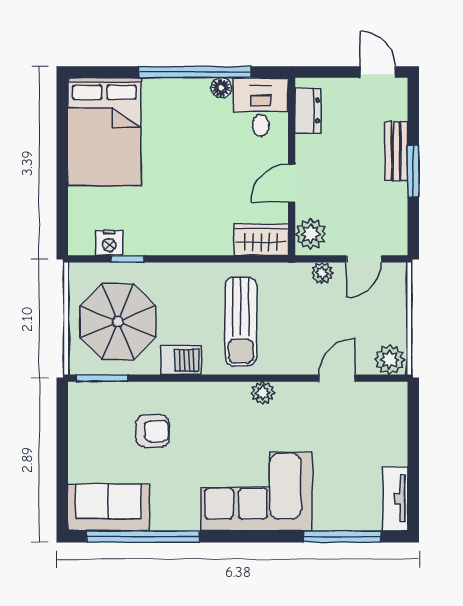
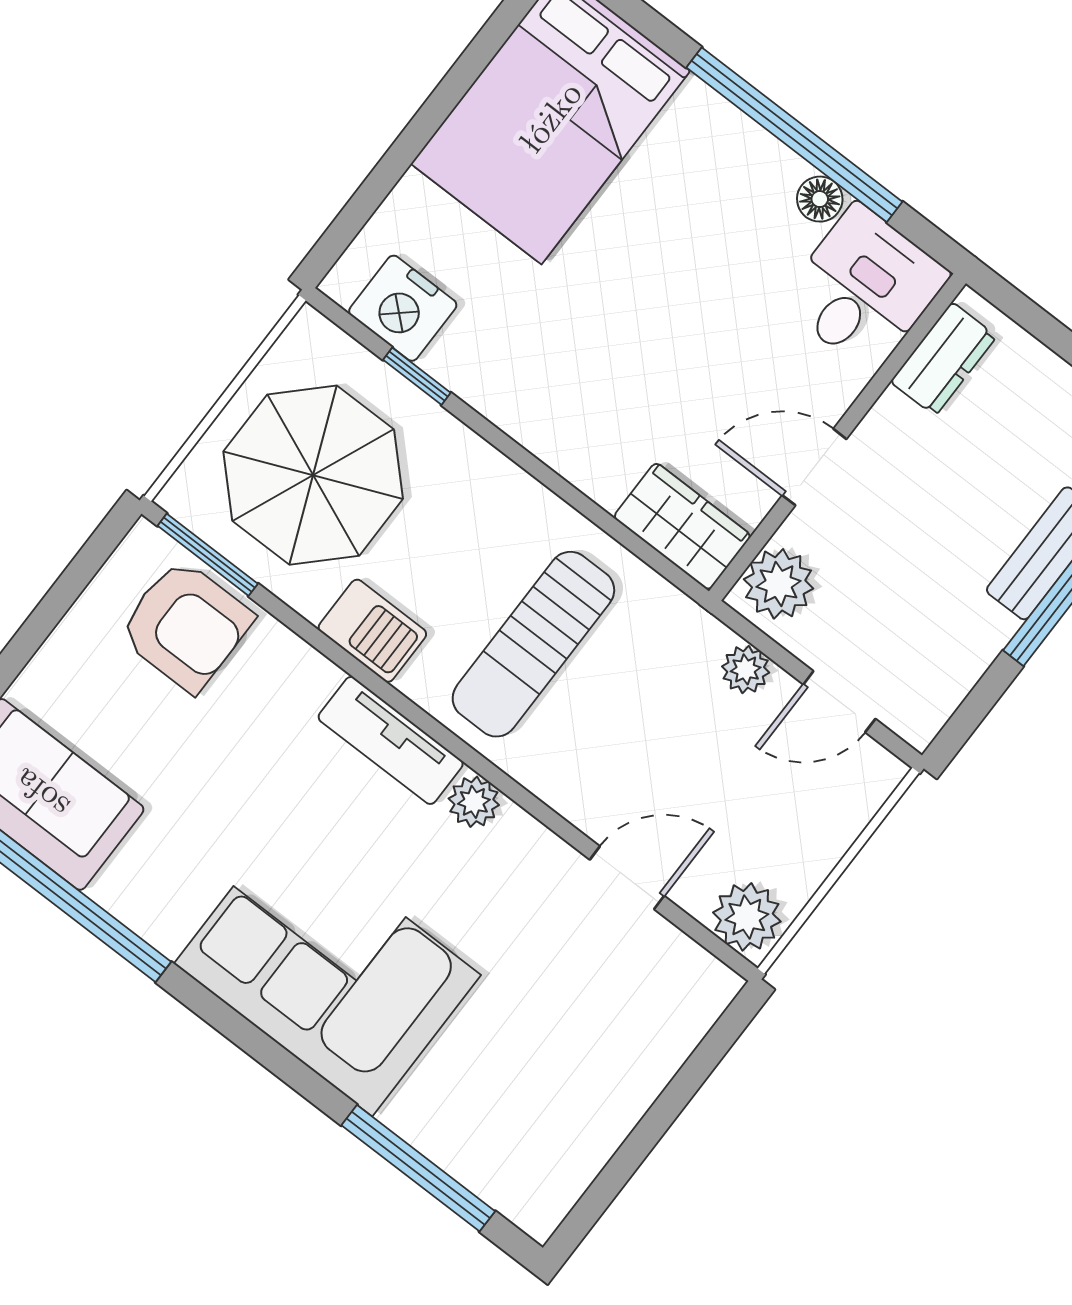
nightstand: (109, 243) -> (403, 308), width x1.36, depth x1.33
armchair: (153, 431) -> (186, 625), moved, width x1.38, depth x1.38
tv unit: (395, 499) -> (391, 740), moved, turned -90

